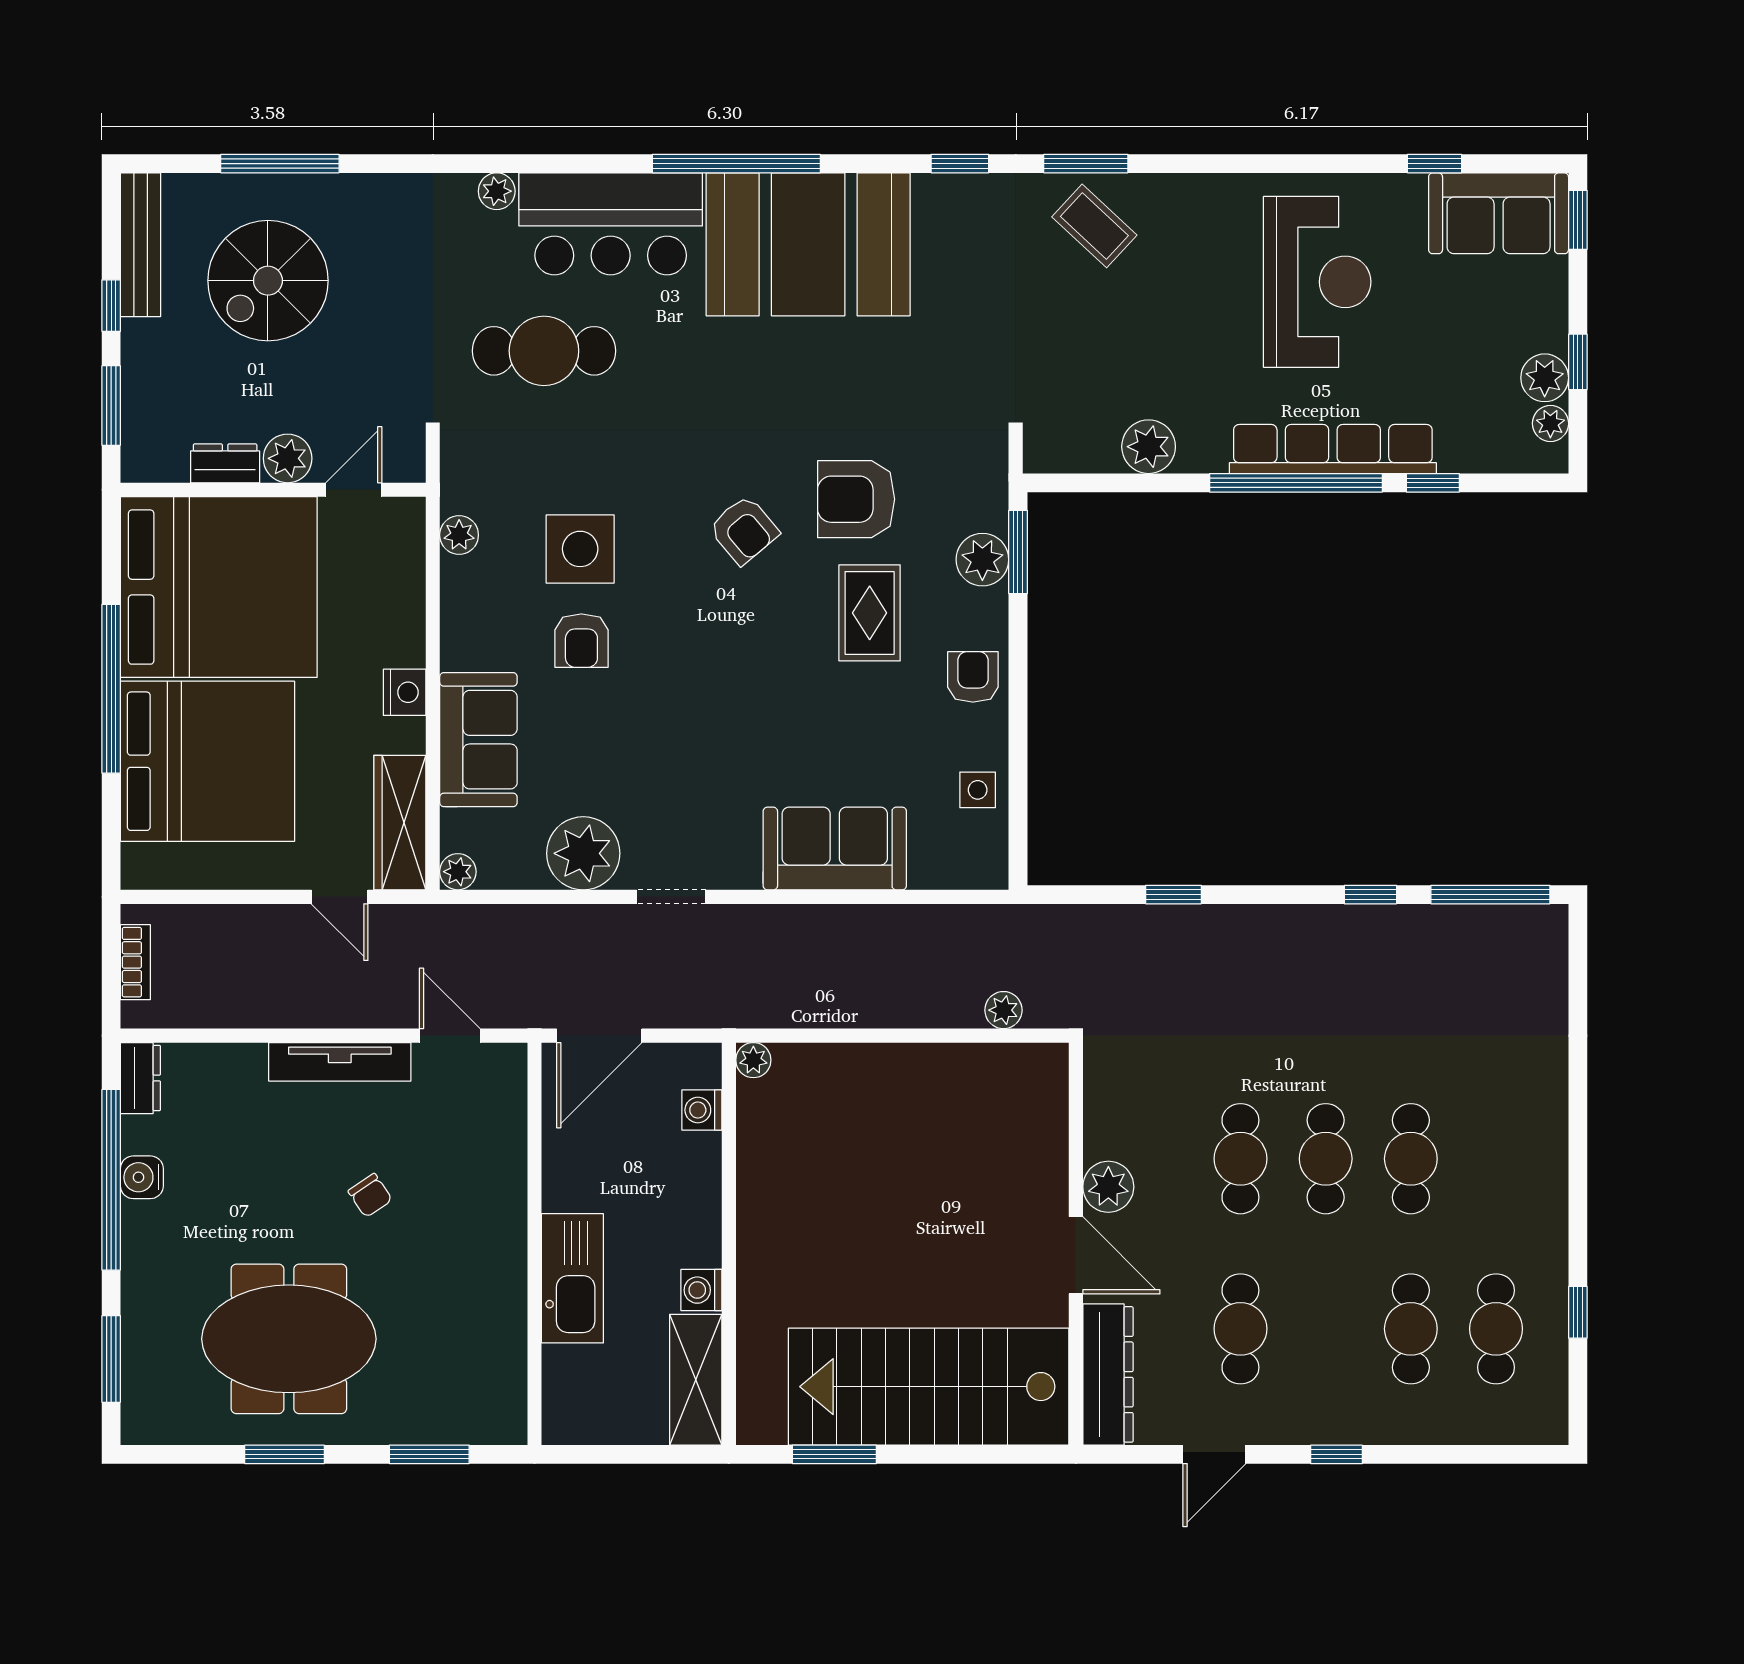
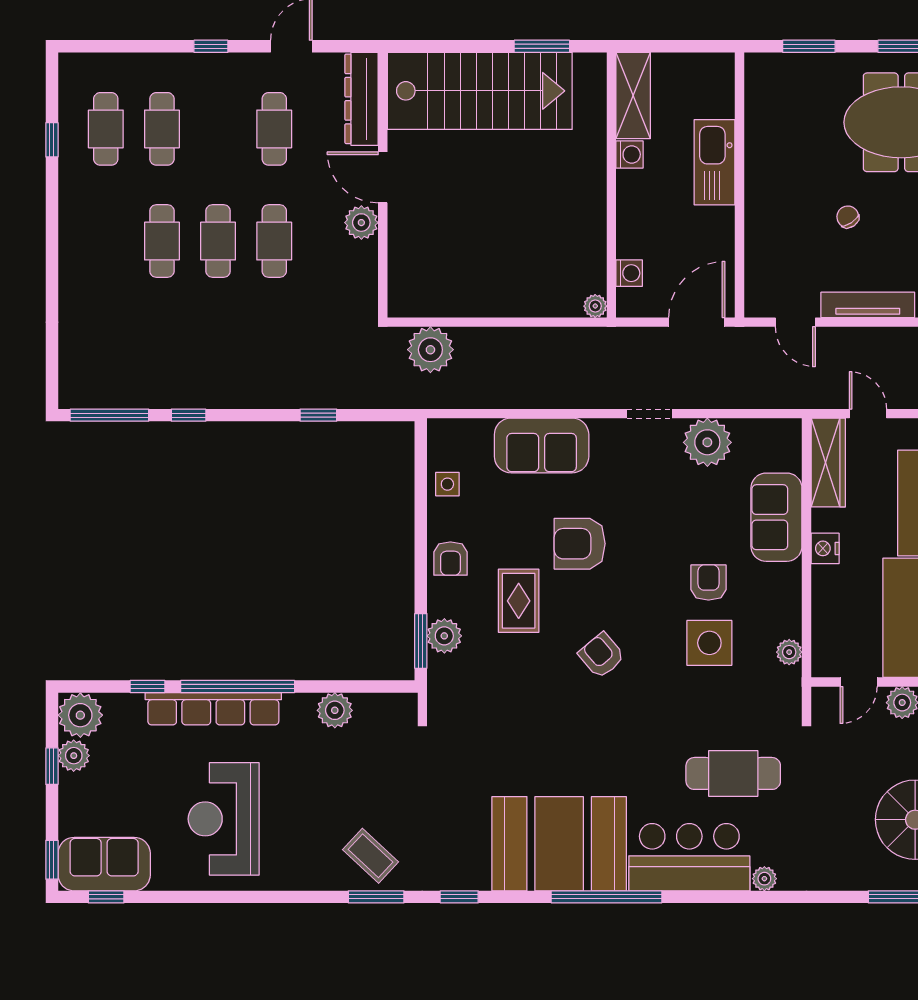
window: (1435, 164) -> (106, 897), moved
plant: (1550, 423) -> (80, 715), width x1.88, depth x1.88
armchair: (856, 499) -> (580, 544), moved, turned 180
plant: (458, 872) -> (790, 430), removed
plant: (1003, 1010) -> (430, 350), width x1.88, depth x1.88

